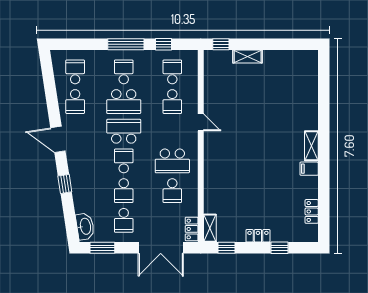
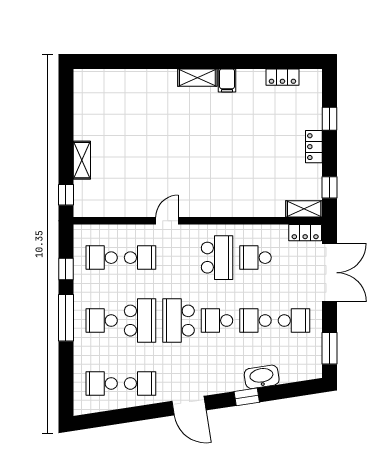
door: (58, 139) -> (189, 406), hinge flipped
school desk: (124, 191) -> (255, 321), turned 180
school desk: (172, 191) -> (255, 258), turned 180
washbasin: (85, 226) -> (262, 377), moved

